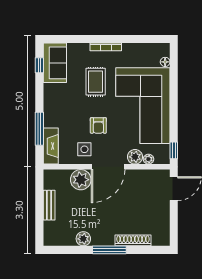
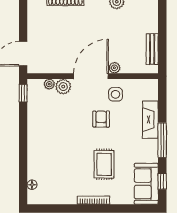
corner sofa: (143, 106) -> (55, 140), removed
window: (39, 129) -> (162, 140), moved
fireplace: (51, 146) -> (150, 120), moved
plant: (81, 180) -> (114, 68), width x0.53, depth x0.53
bench: (49, 205) -> (152, 49), moved

